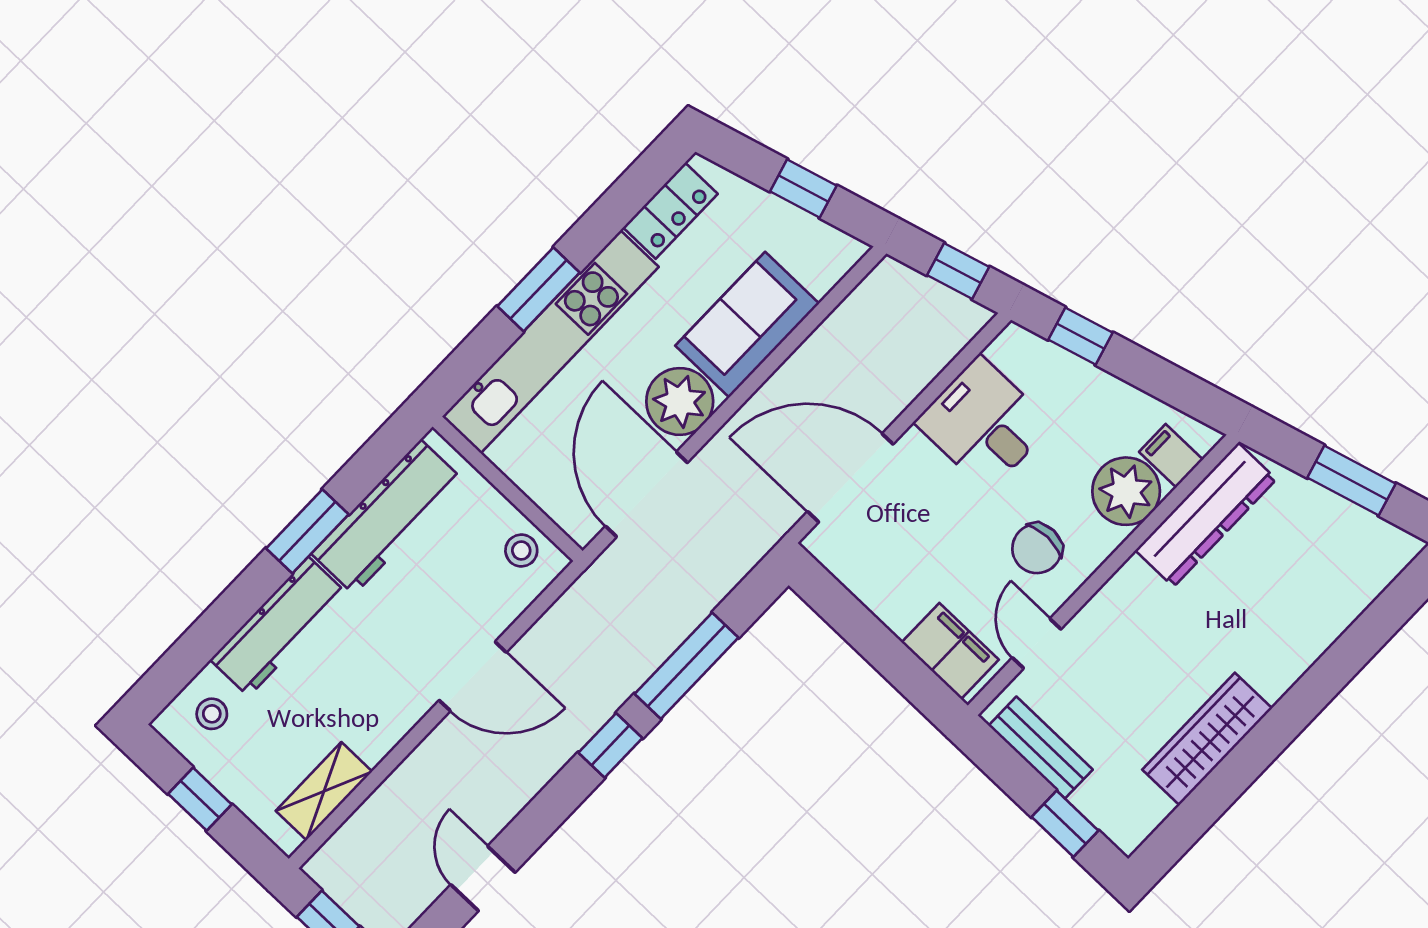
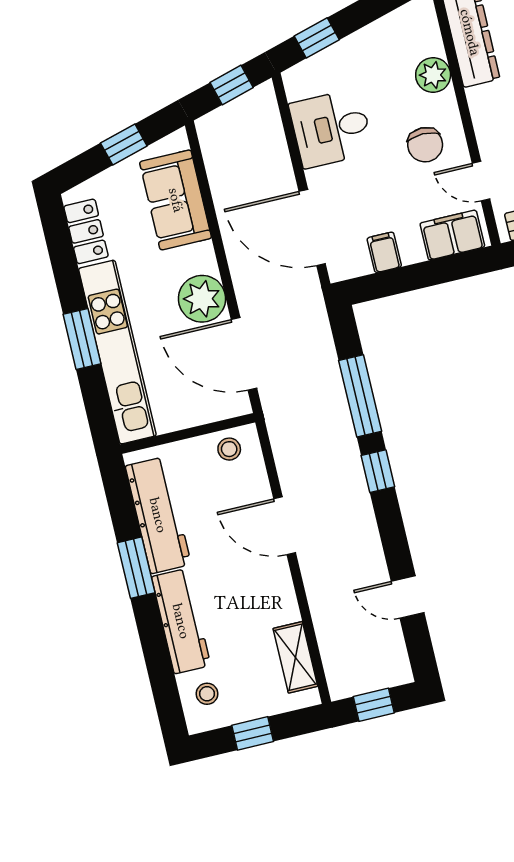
sofa: (747, 325) -> (176, 200), moved
filing cabinet: (1171, 456) -> (384, 252), moved, turned 90
door: (850, 478) -> (312, 228), hinge flipped
plant: (1126, 491) -> (433, 75), width x0.73, depth x0.73
door: (473, 676) -> (285, 526), swing flipped

